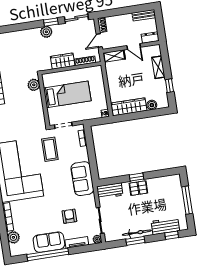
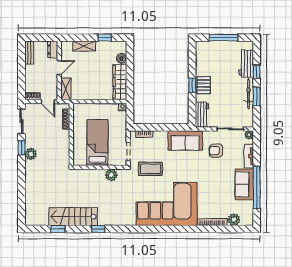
wardrobe: (63, 61) -> (63, 142), removed
plant: (34, 85) -> (111, 175), moved
armchair: (69, 216) -> (216, 151), moved
window: (172, 235) -> (257, 72), moved

